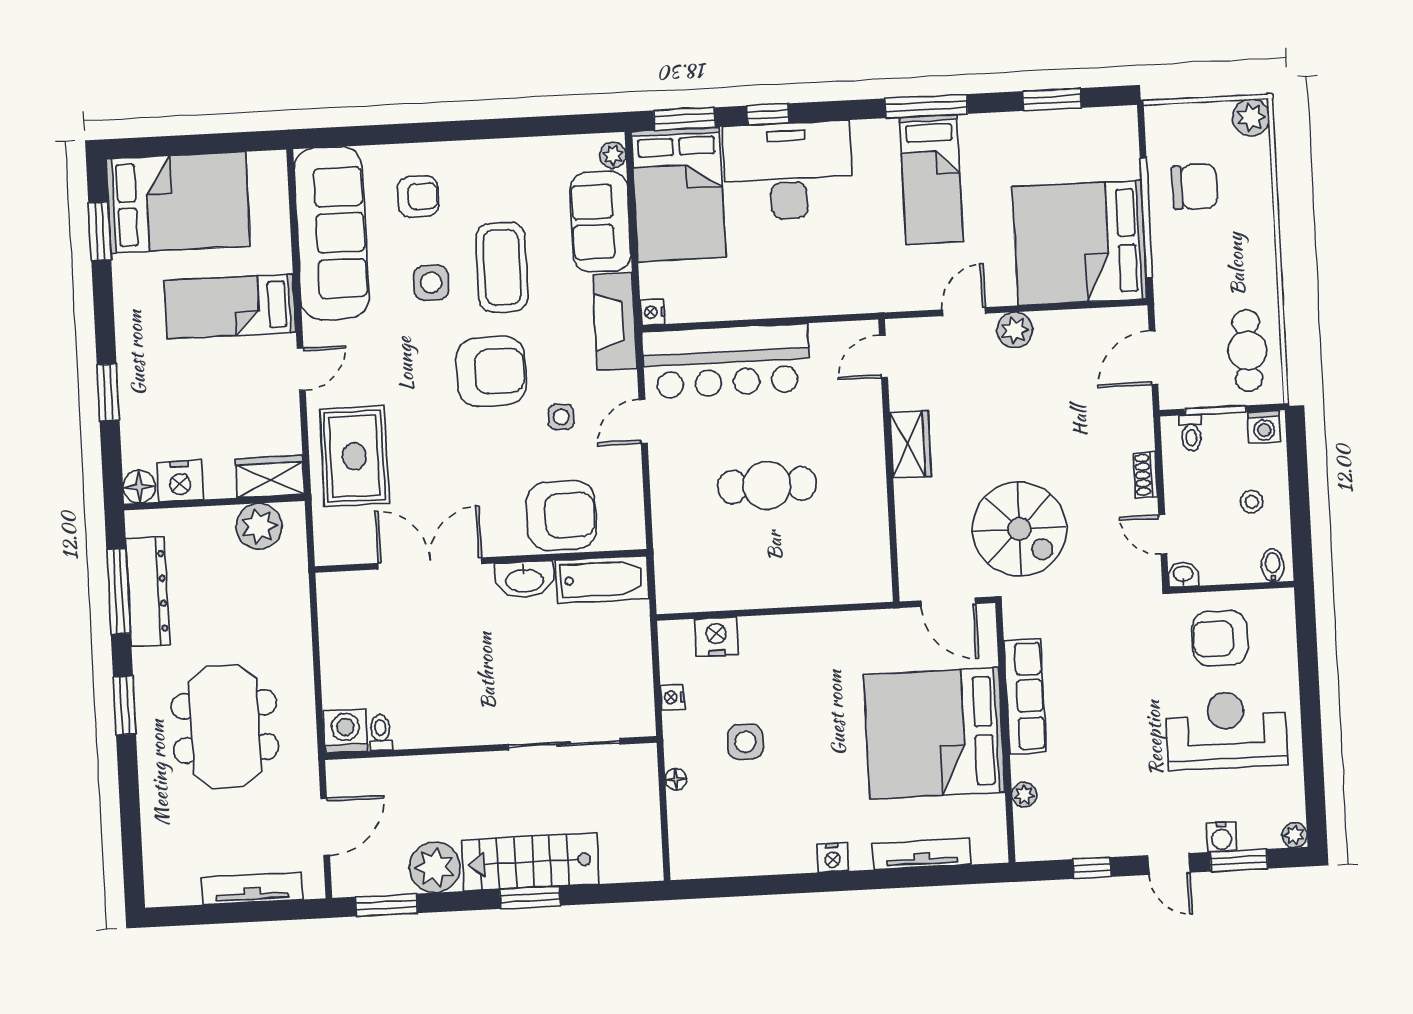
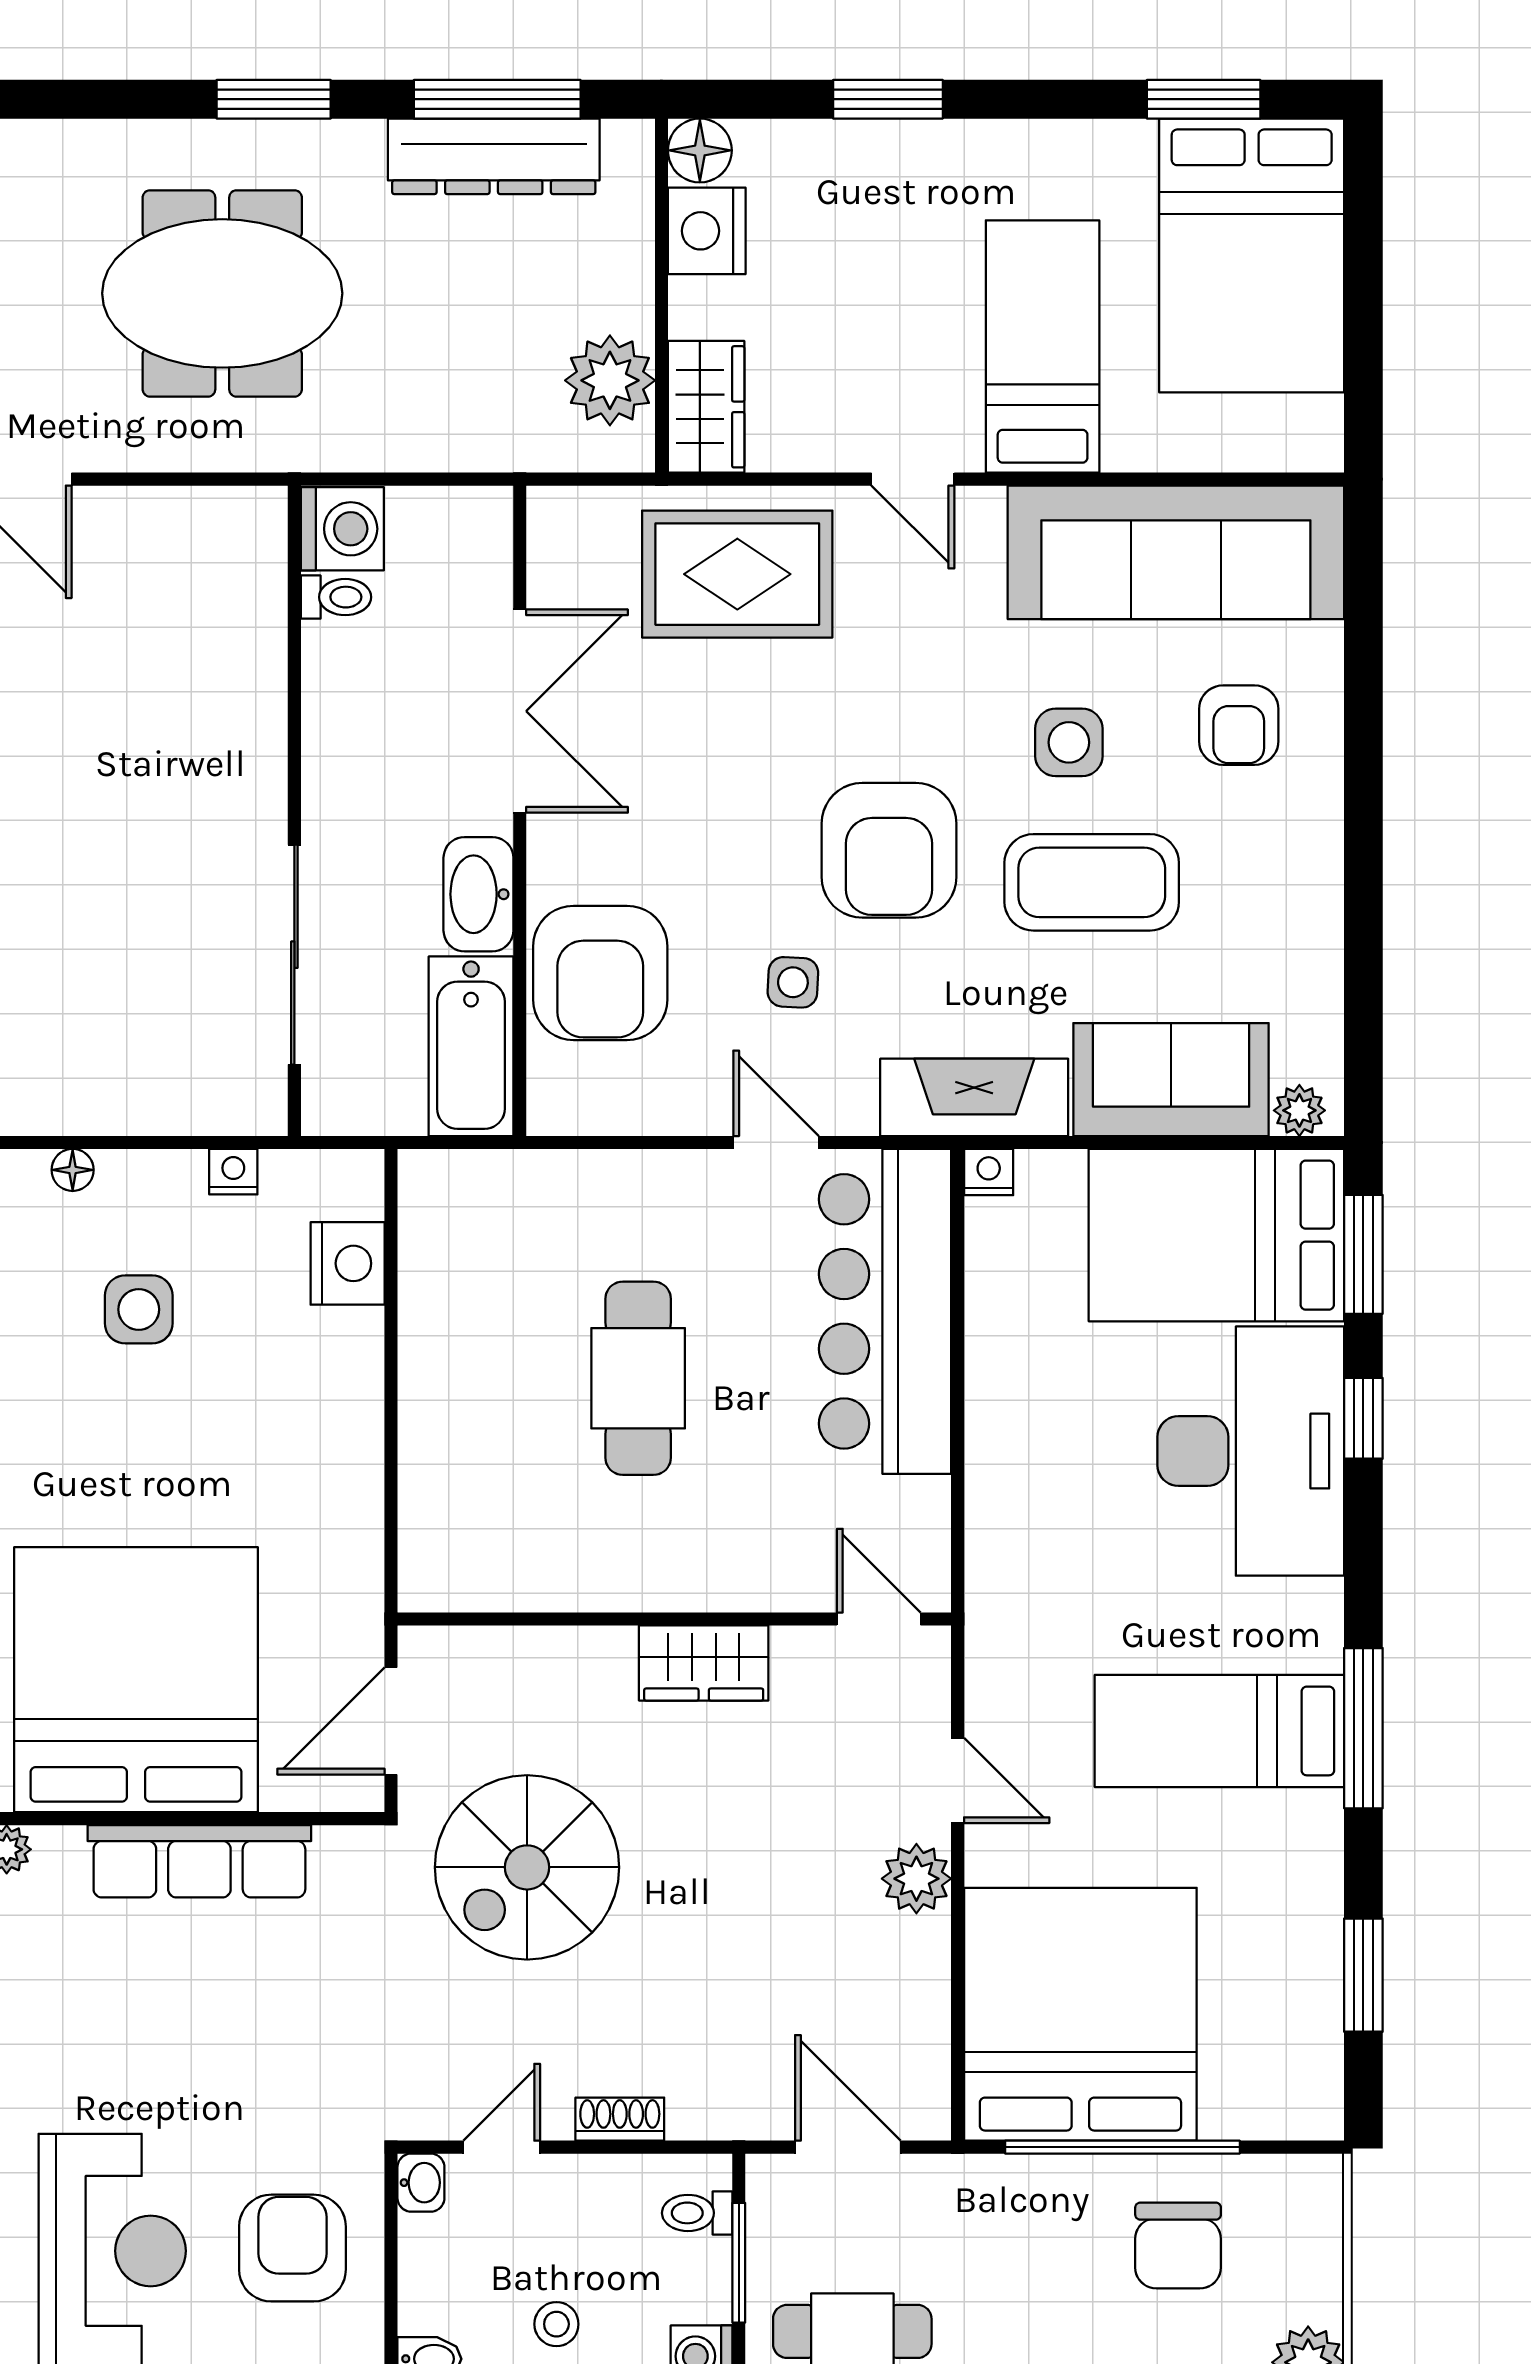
washing machine: (346, 731) -> (342, 529), moved
toilet: (381, 733) -> (336, 597), moved
sliding door: (564, 744) -> (294, 955), moved
wall: (491, 748) -> (294, 811), moved

